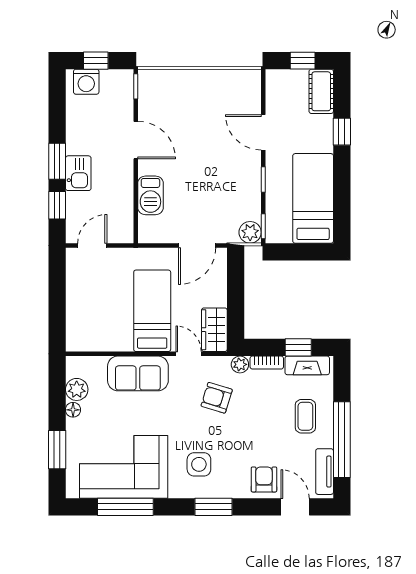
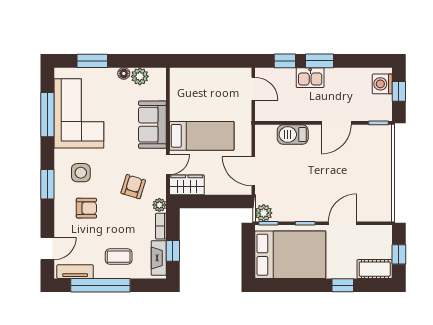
bed: (313, 198) -> (290, 255), width x1.50
armchair: (264, 479) -> (86, 208), moved

